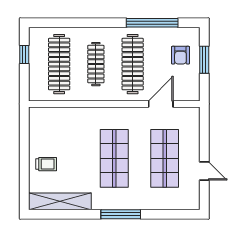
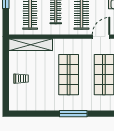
shelving: (60, 201) -> (31, 45), moved

